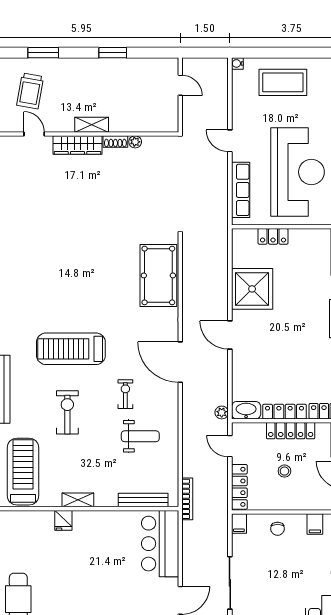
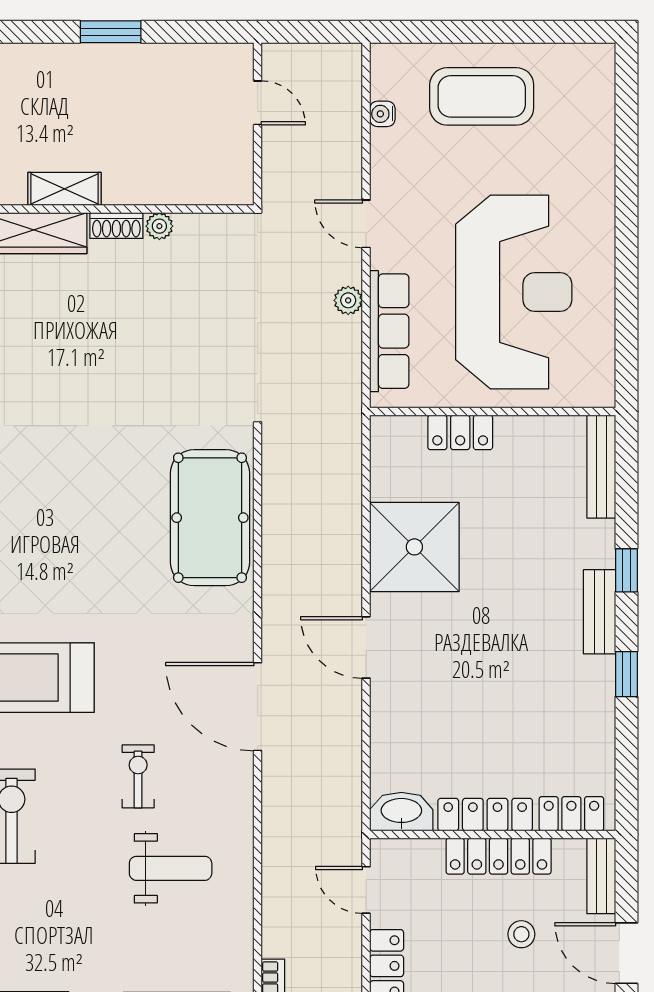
water cooler: (237, 63) -> (382, 114), moved
plant: (222, 412) -> (348, 300), moved
stool: (284, 471) -> (521, 934), moved

